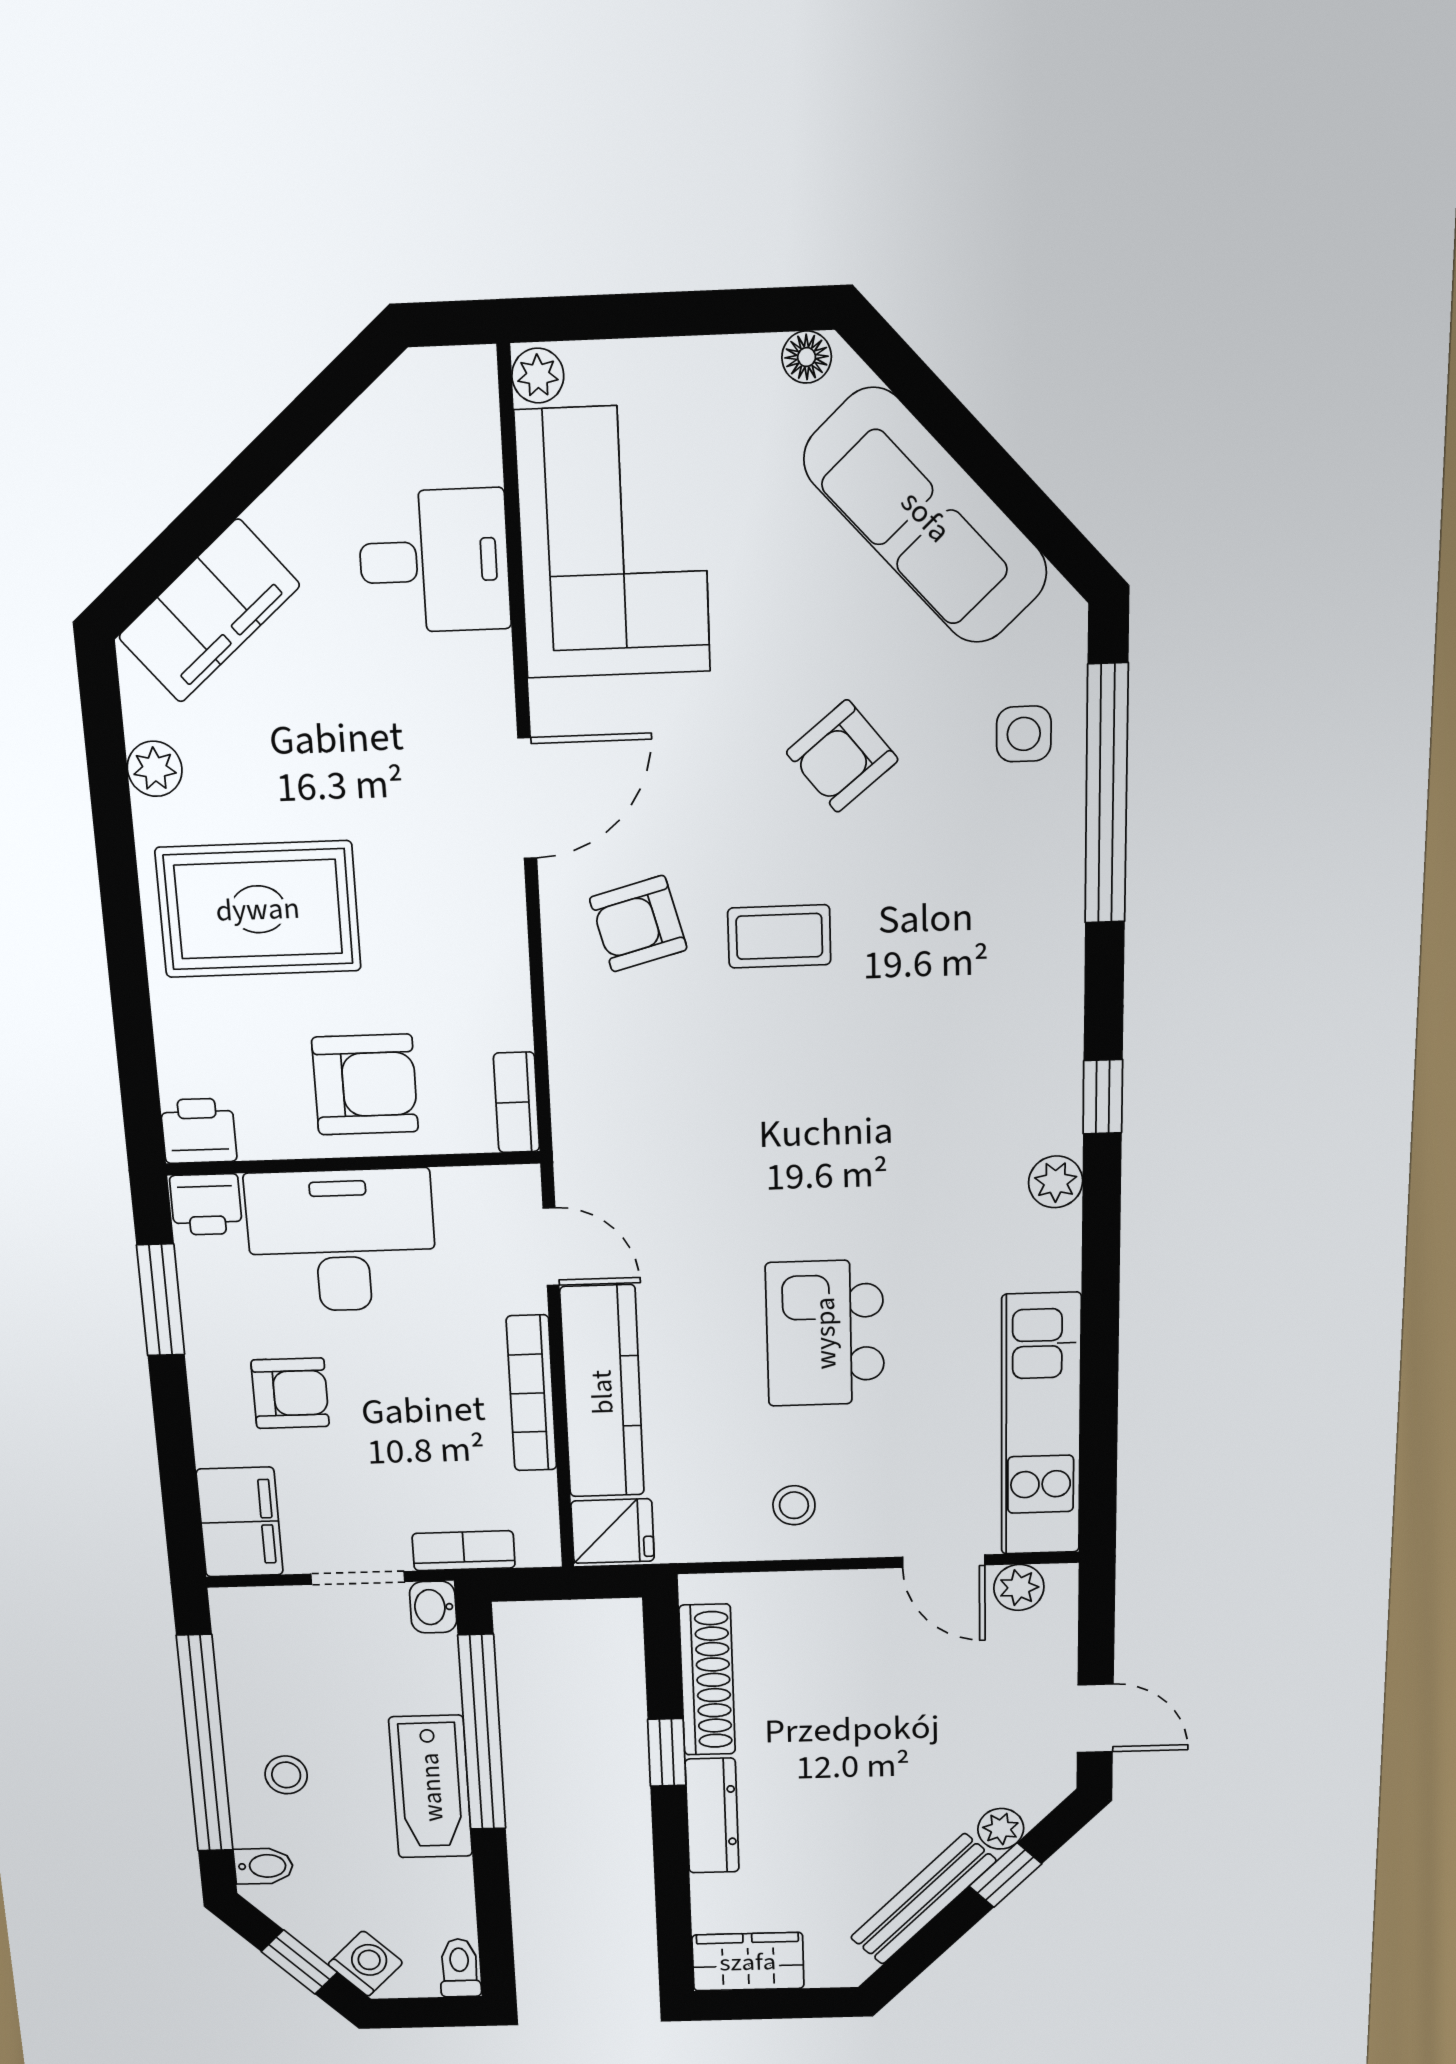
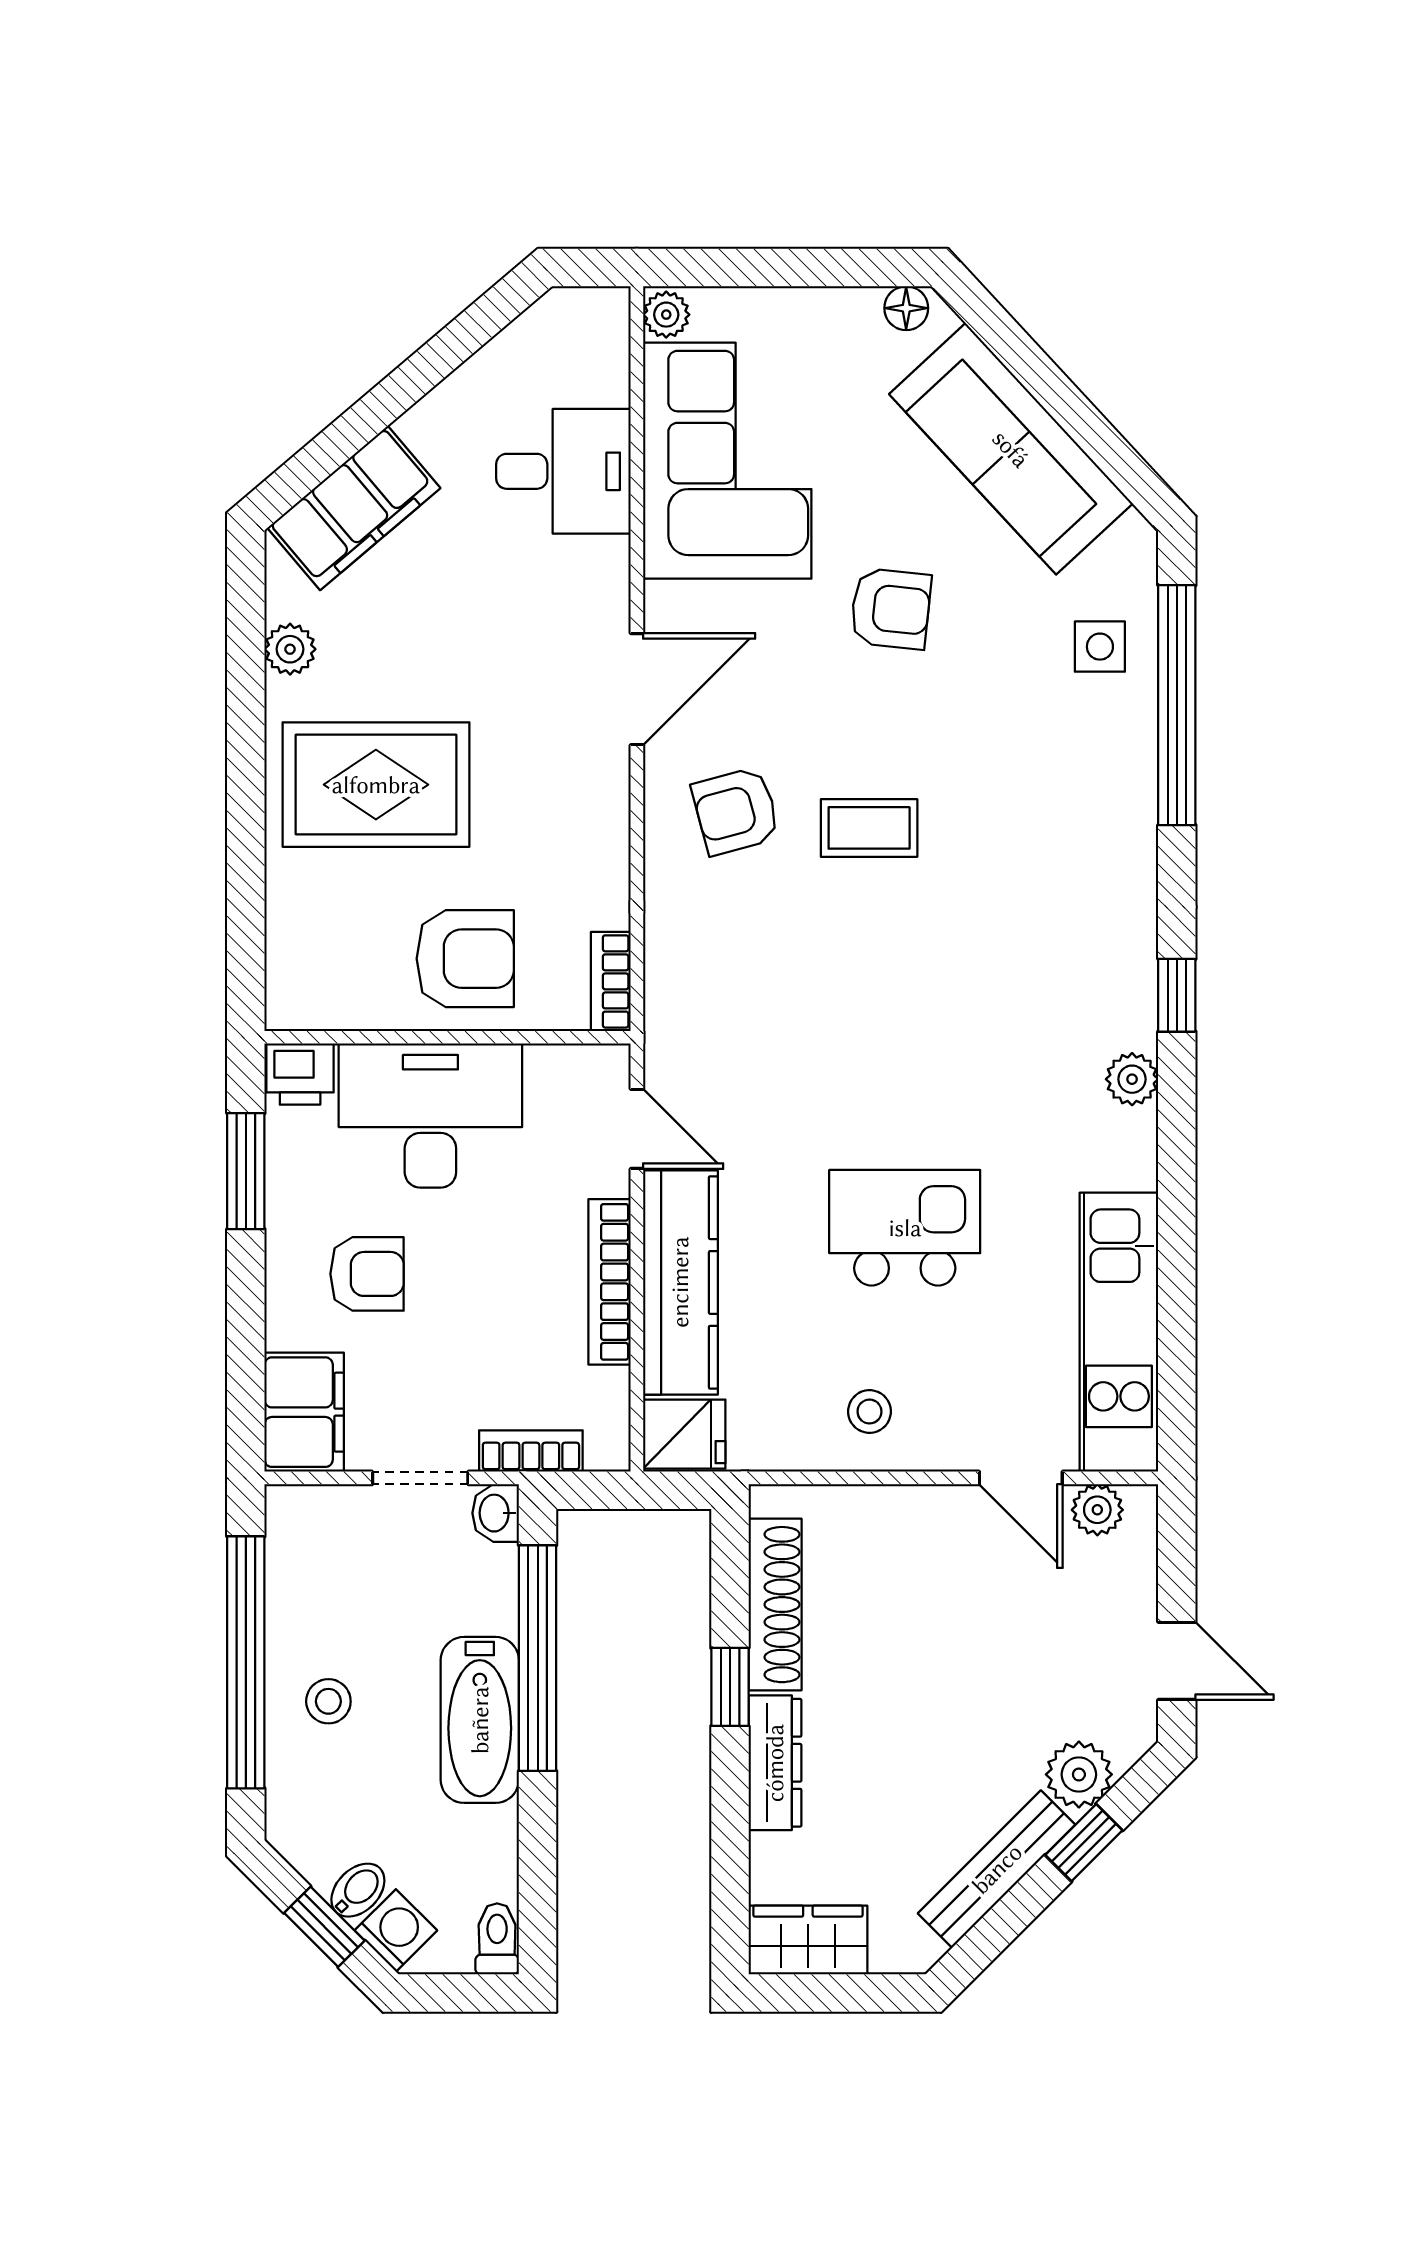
armchair: (842, 756) -> (891, 609), moved, turned -135
printer: (199, 1131) -> (300, 999), removed
kitchen island: (825, 1333) -> (905, 1228), turned 90
plant: (1001, 1829) -> (1079, 1774), width x1.38, depth x1.38
bidet: (264, 1866) -> (358, 1890), moved, turned -45

